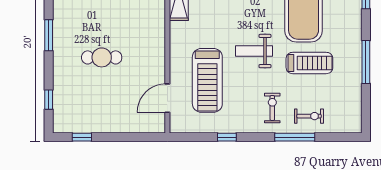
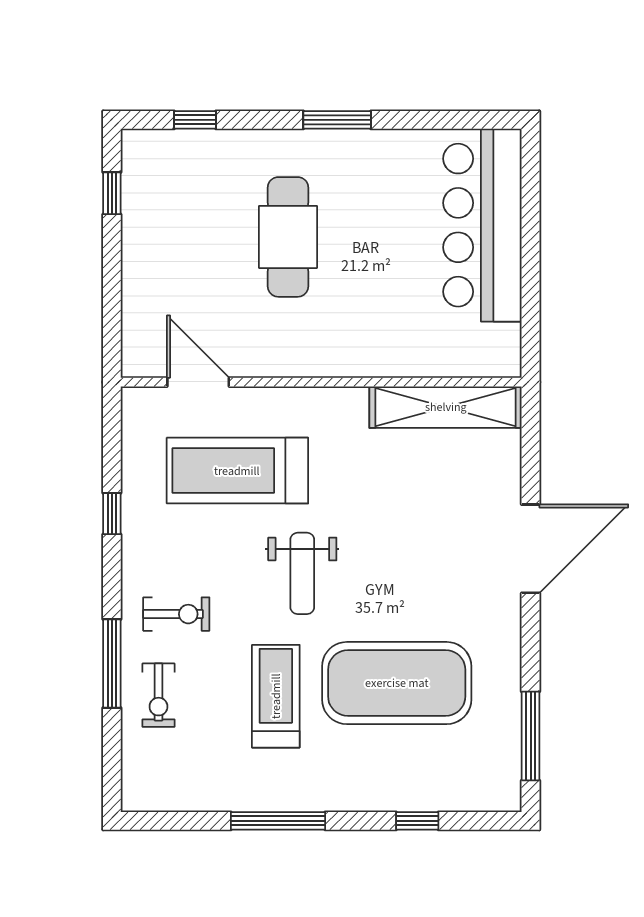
weight bench: (254, 51) -> (302, 573), turned 180
cafe table: (102, 57) -> (288, 237), width x1.37, depth x1.35
treadmill: (309, 63) -> (276, 696), turned 180

